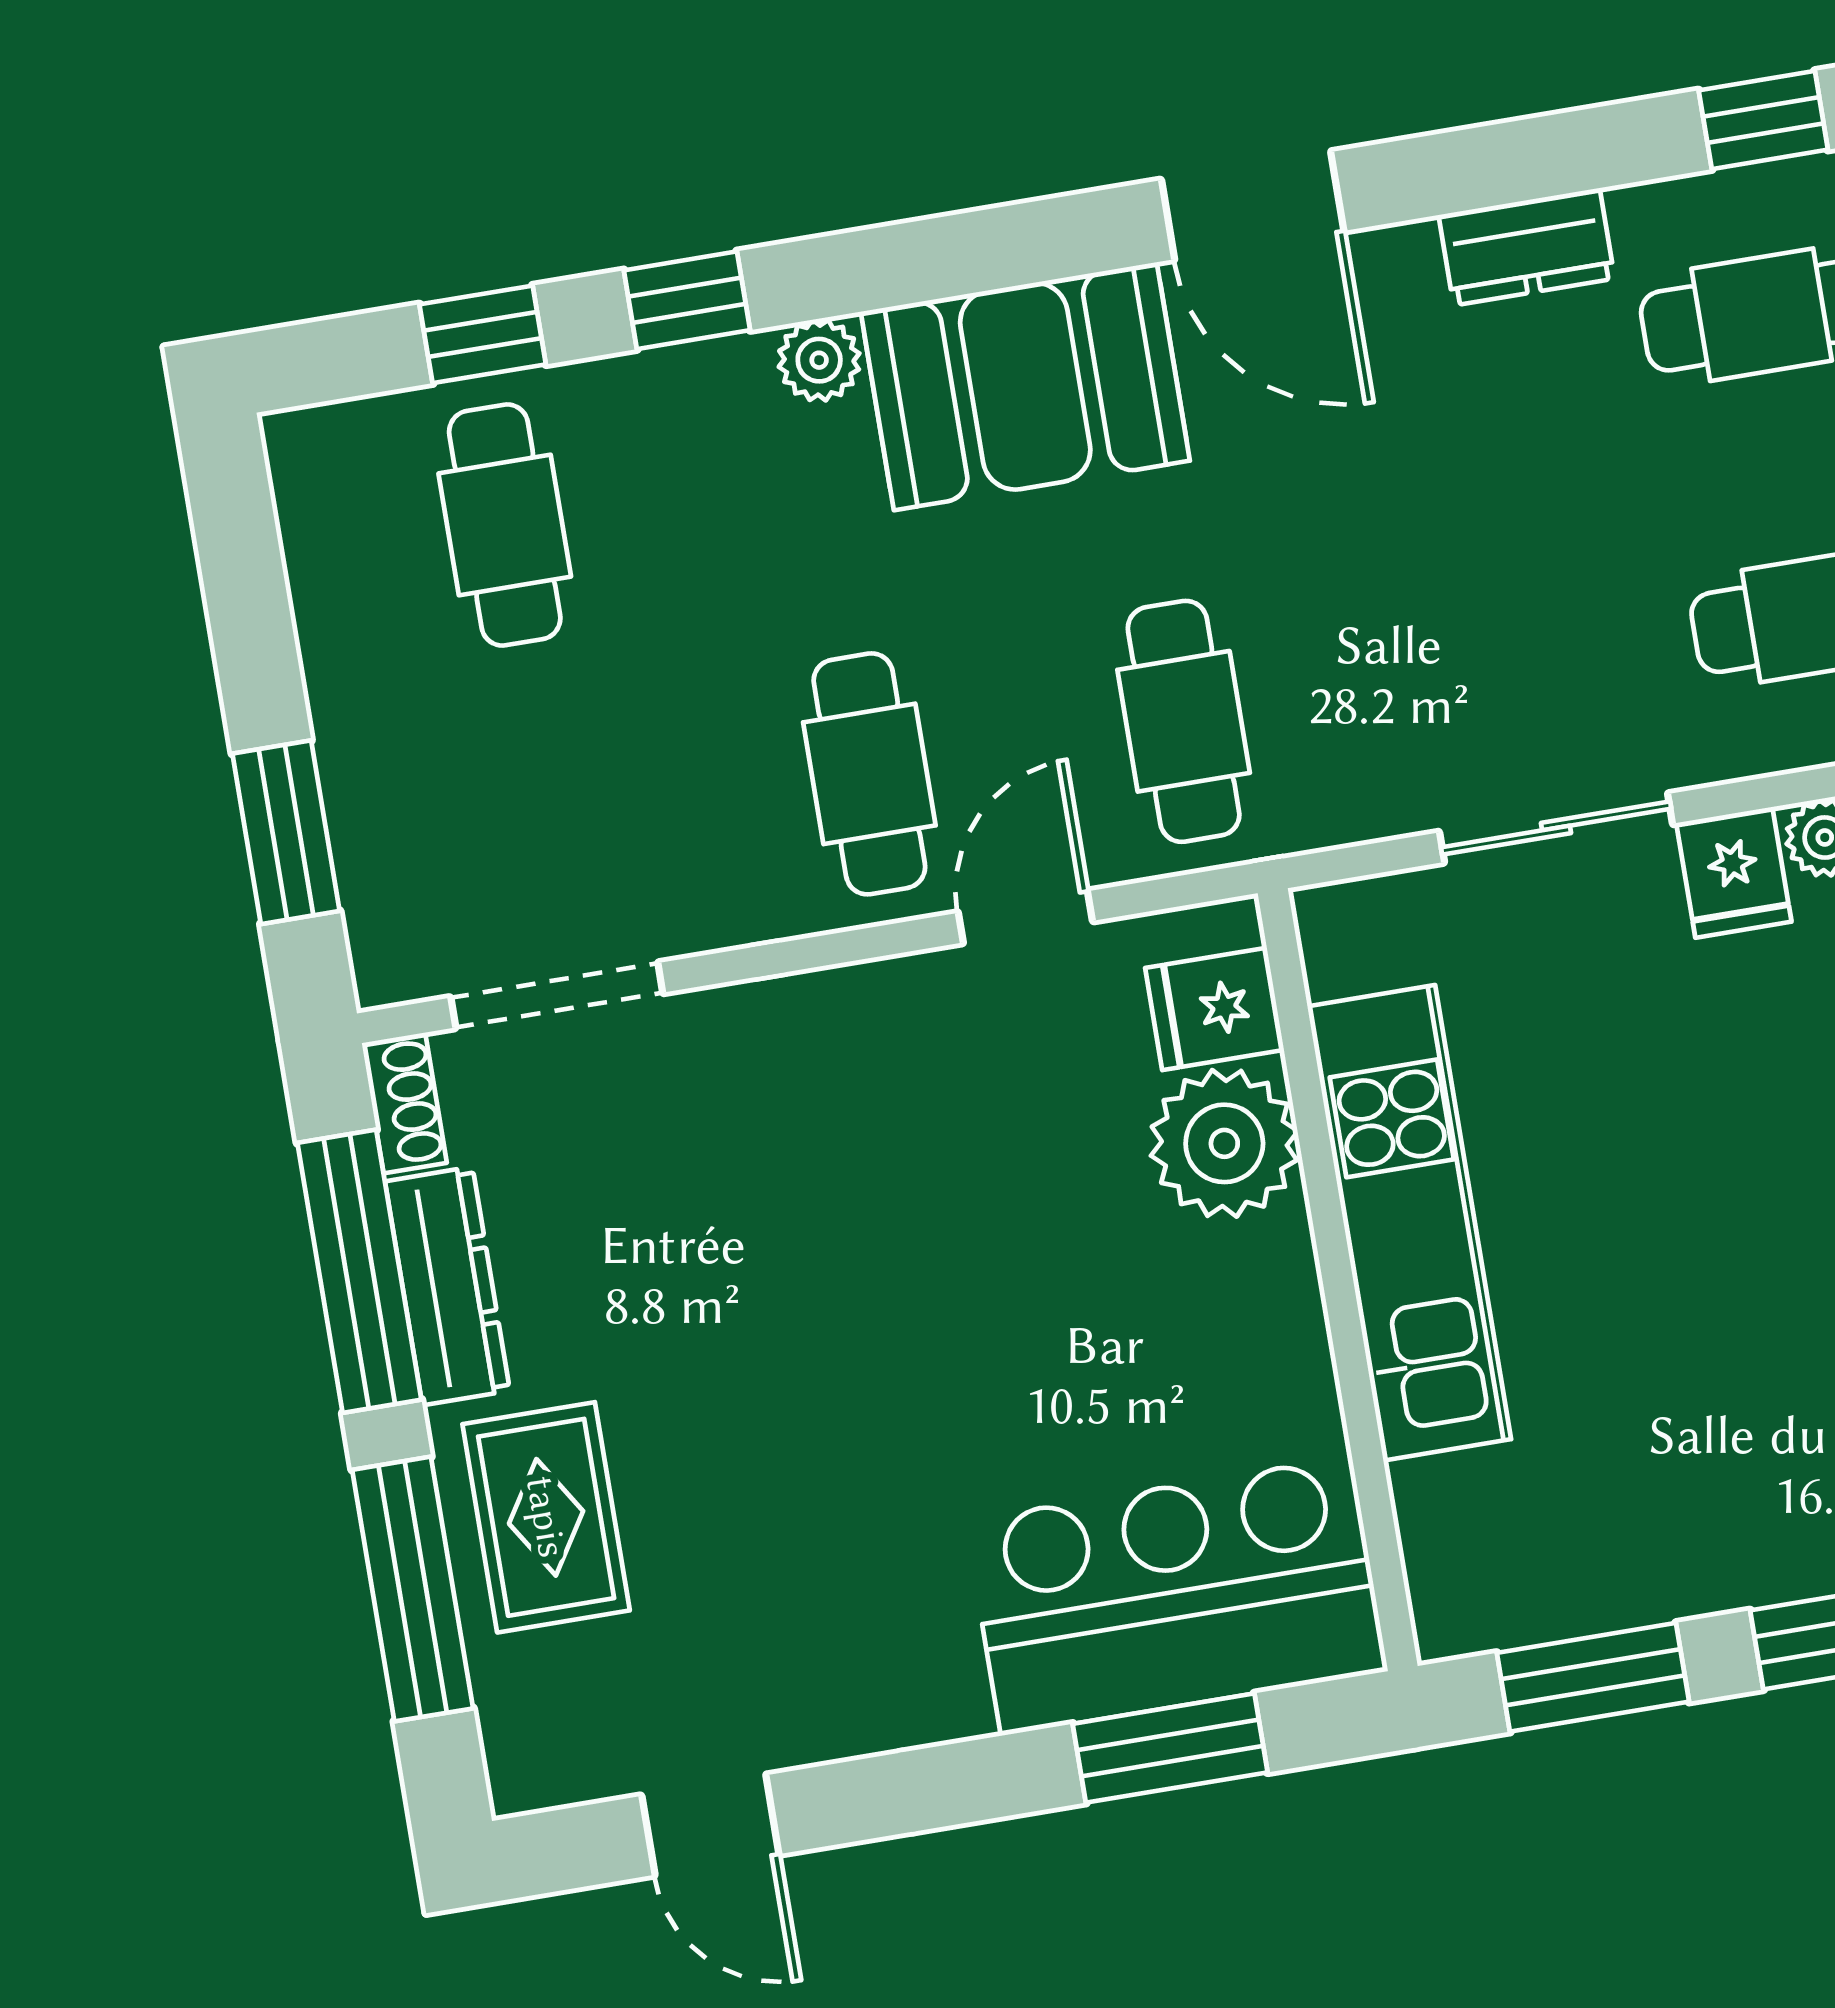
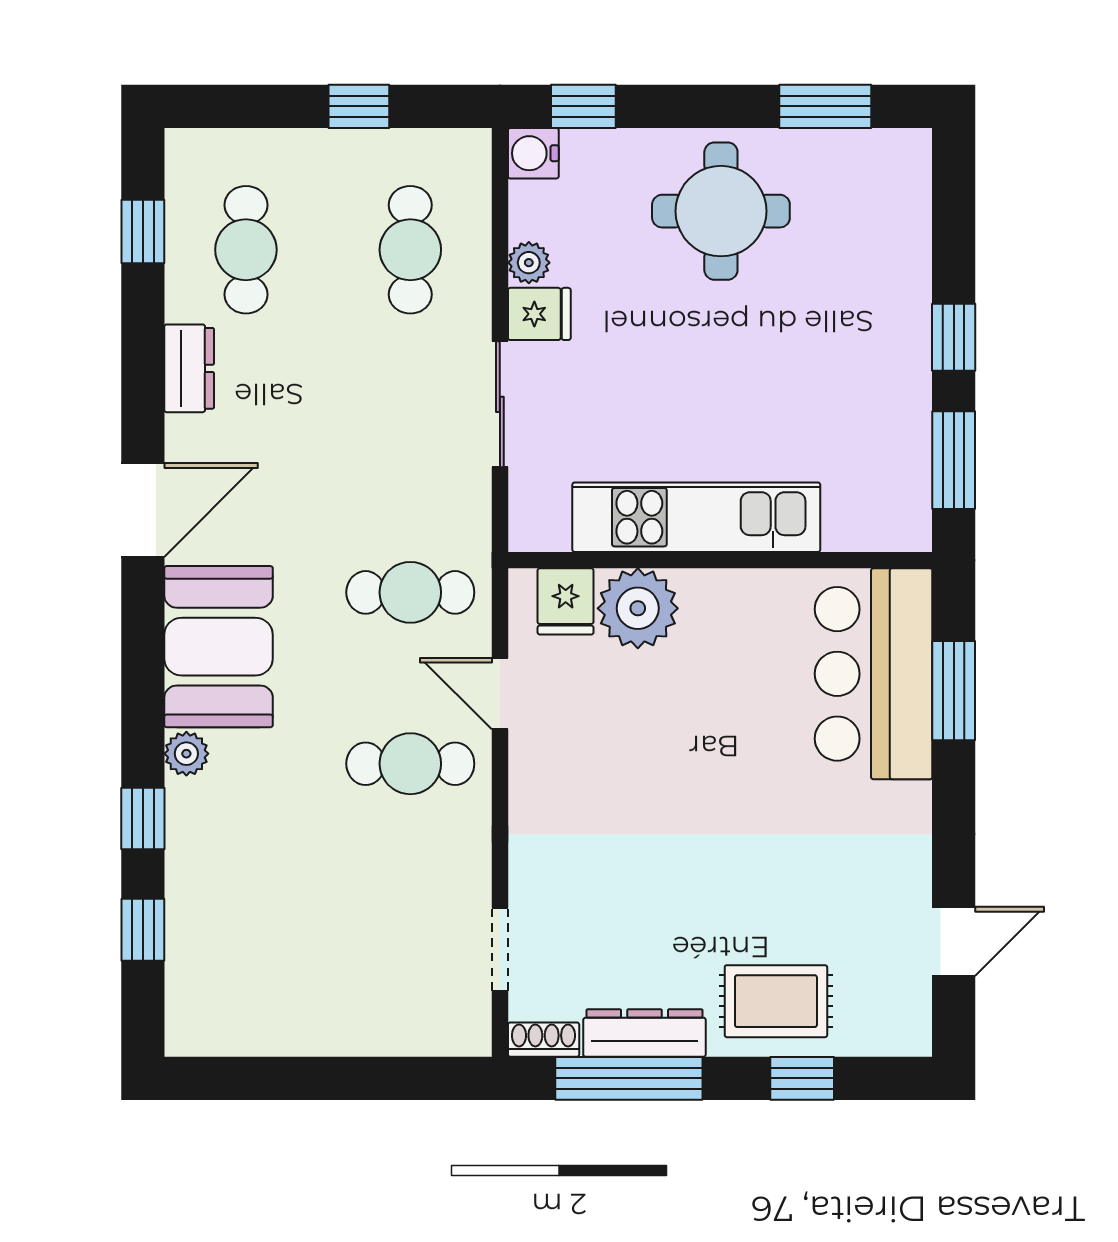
cafe table: (505, 525) -> (246, 935), removed
window: (286, 832) -> (389, 1078), removed
doorway: (557, 995) -> (500, 949), width x0.73
window: (413, 1589) -> (802, 1078), width x0.46

